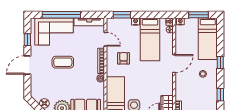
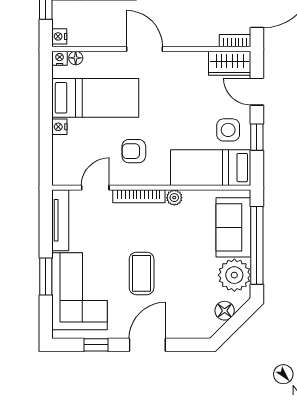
window: (61, 15) -> (46, 277), width x0.47
window: (122, 15) -> (46, 154), removed
door: (27, 65) -> (147, 345), swing flipped

